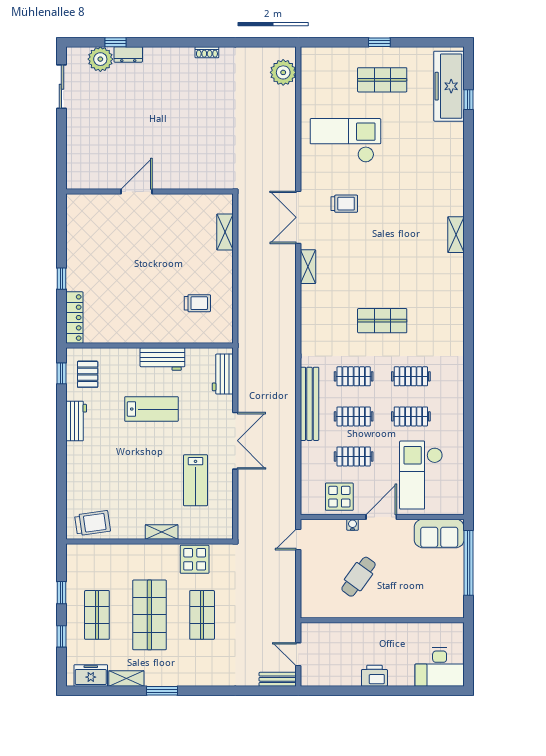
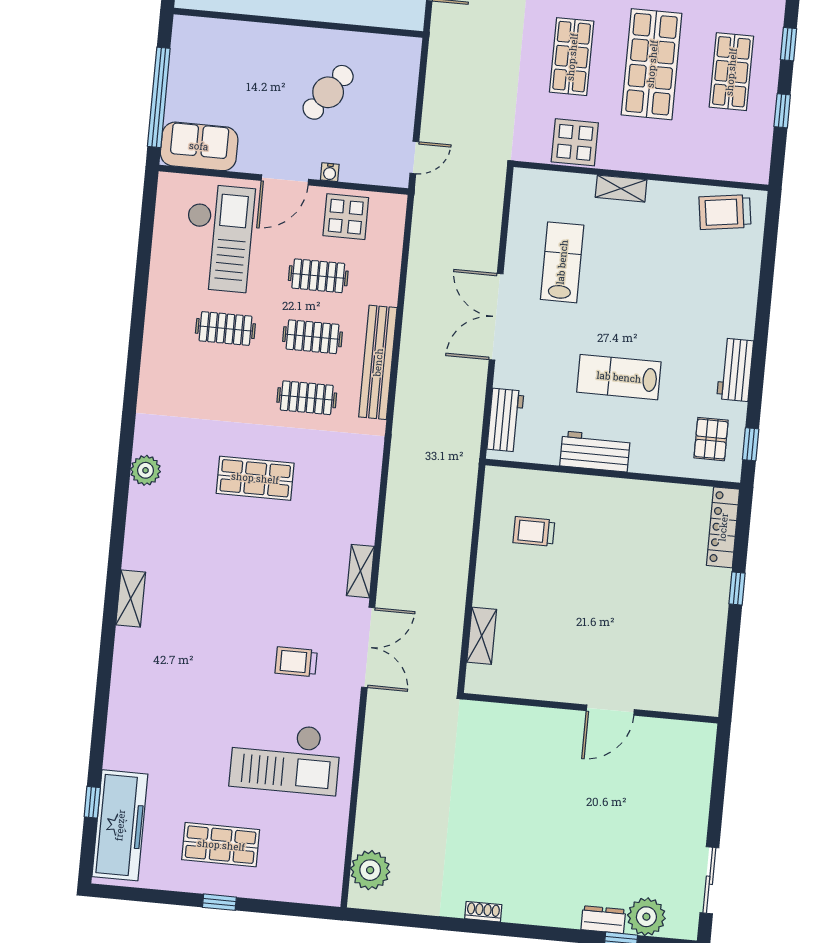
plant: (454, 319) -> (146, 470), added
clothes rail: (411, 376) -> (220, 389), removed

